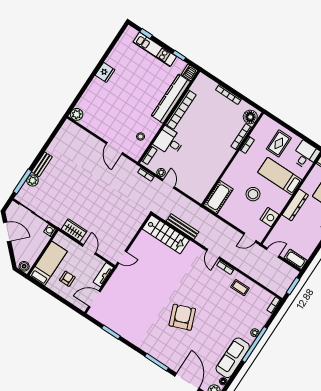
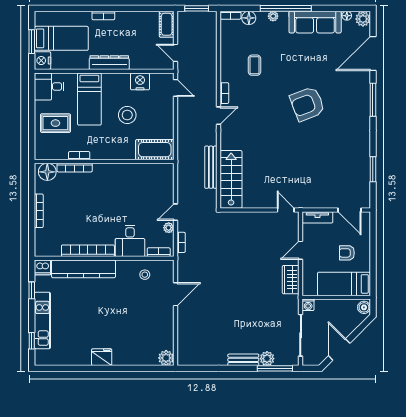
coffee table: (240, 288) -> (255, 65), moved
floor lamp: (264, 316) -> (249, 18), added

